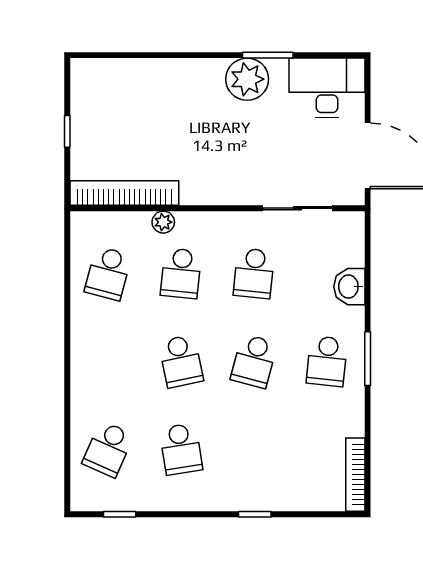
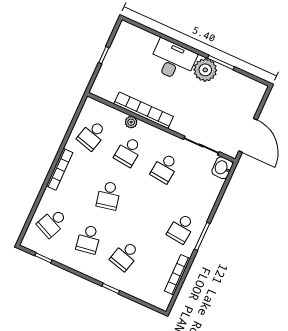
desk: (327, 88) -> (173, 60), moved
bookcase: (124, 193) -> (144, 110), moved
washbasin: (349, 287) -> (222, 168), moved
bookcase: (80, 355) -> (60, 169), added
school desk: (254, 361) -> (125, 256), moved
bookcase: (355, 475) -> (177, 275), moved

